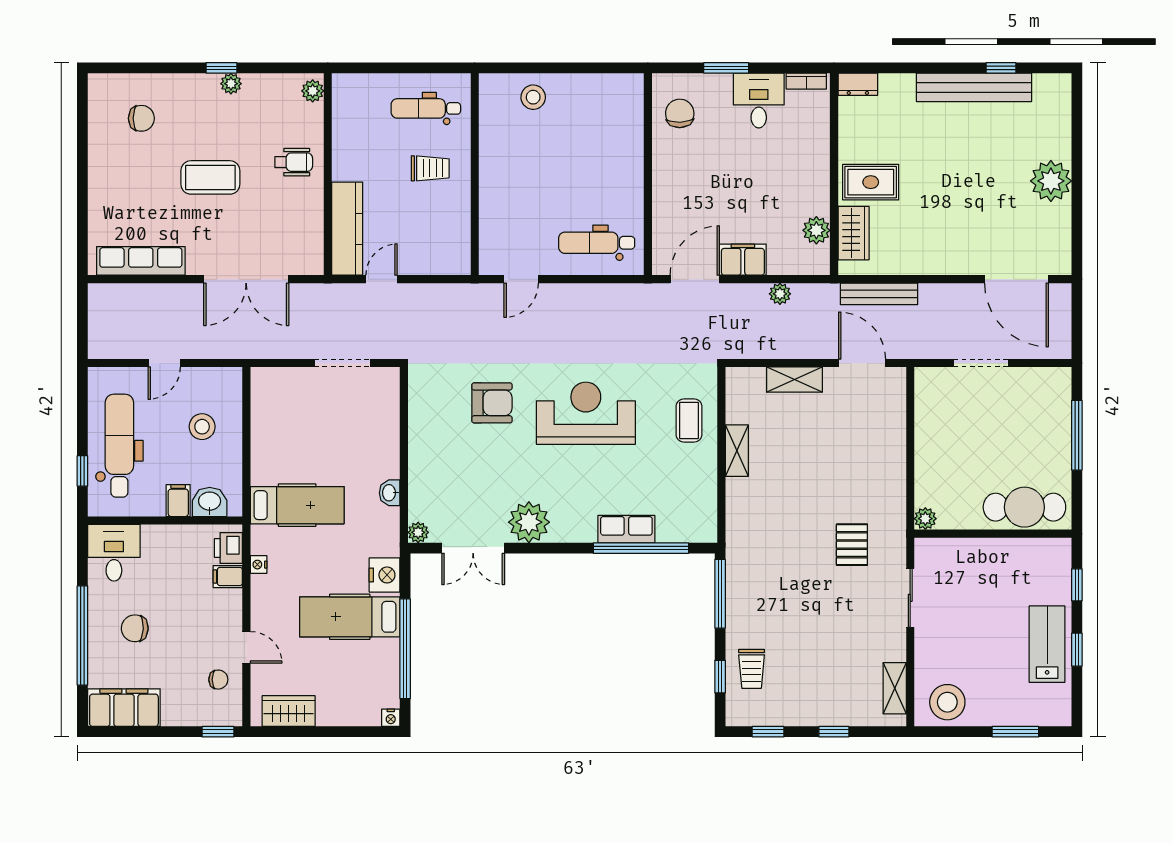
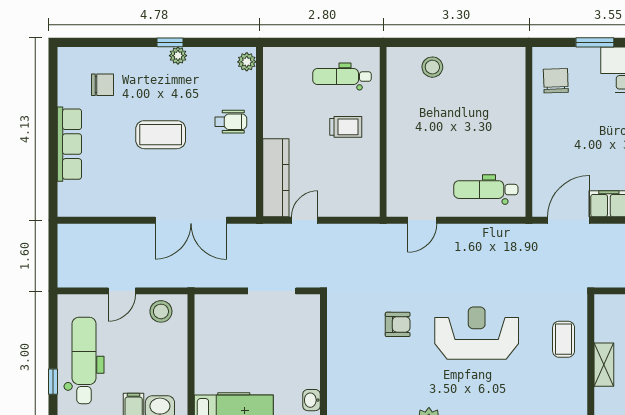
row of seats: (141, 261) -> (69, 144), moved, turned 90
armchair: (492, 403) -> (398, 324), width x0.72, depth x0.72
stool: (202, 427) -> (161, 311), moved

